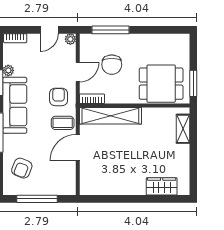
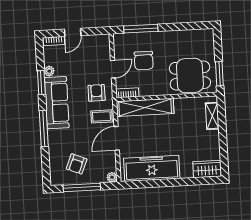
door: (49, 30) -> (73, 32), moved
plant: (70, 39) -> (112, 177), moved
armchair: (22, 168) -> (77, 164), moved
freezer: (114, 182) -> (152, 168), added
wardrobe: (162, 186) -> (207, 169), moved

